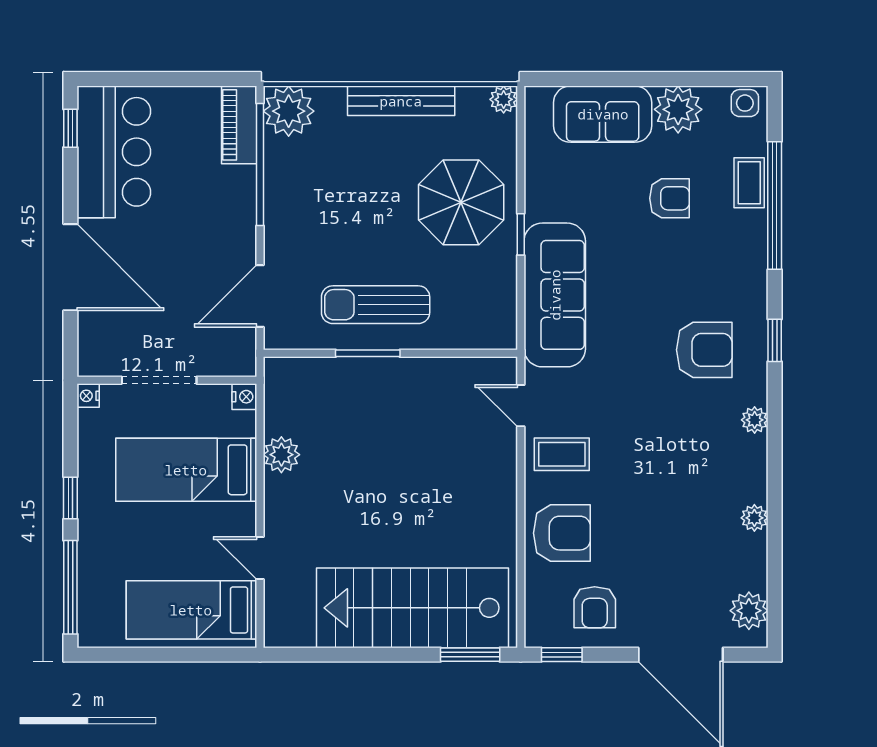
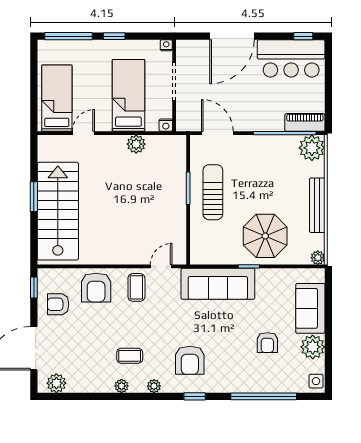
coffee table: (749, 183) -> (130, 356), moved
plant: (754, 518) -> (122, 386), moved
window: (470, 655) -> (34, 197), moved

